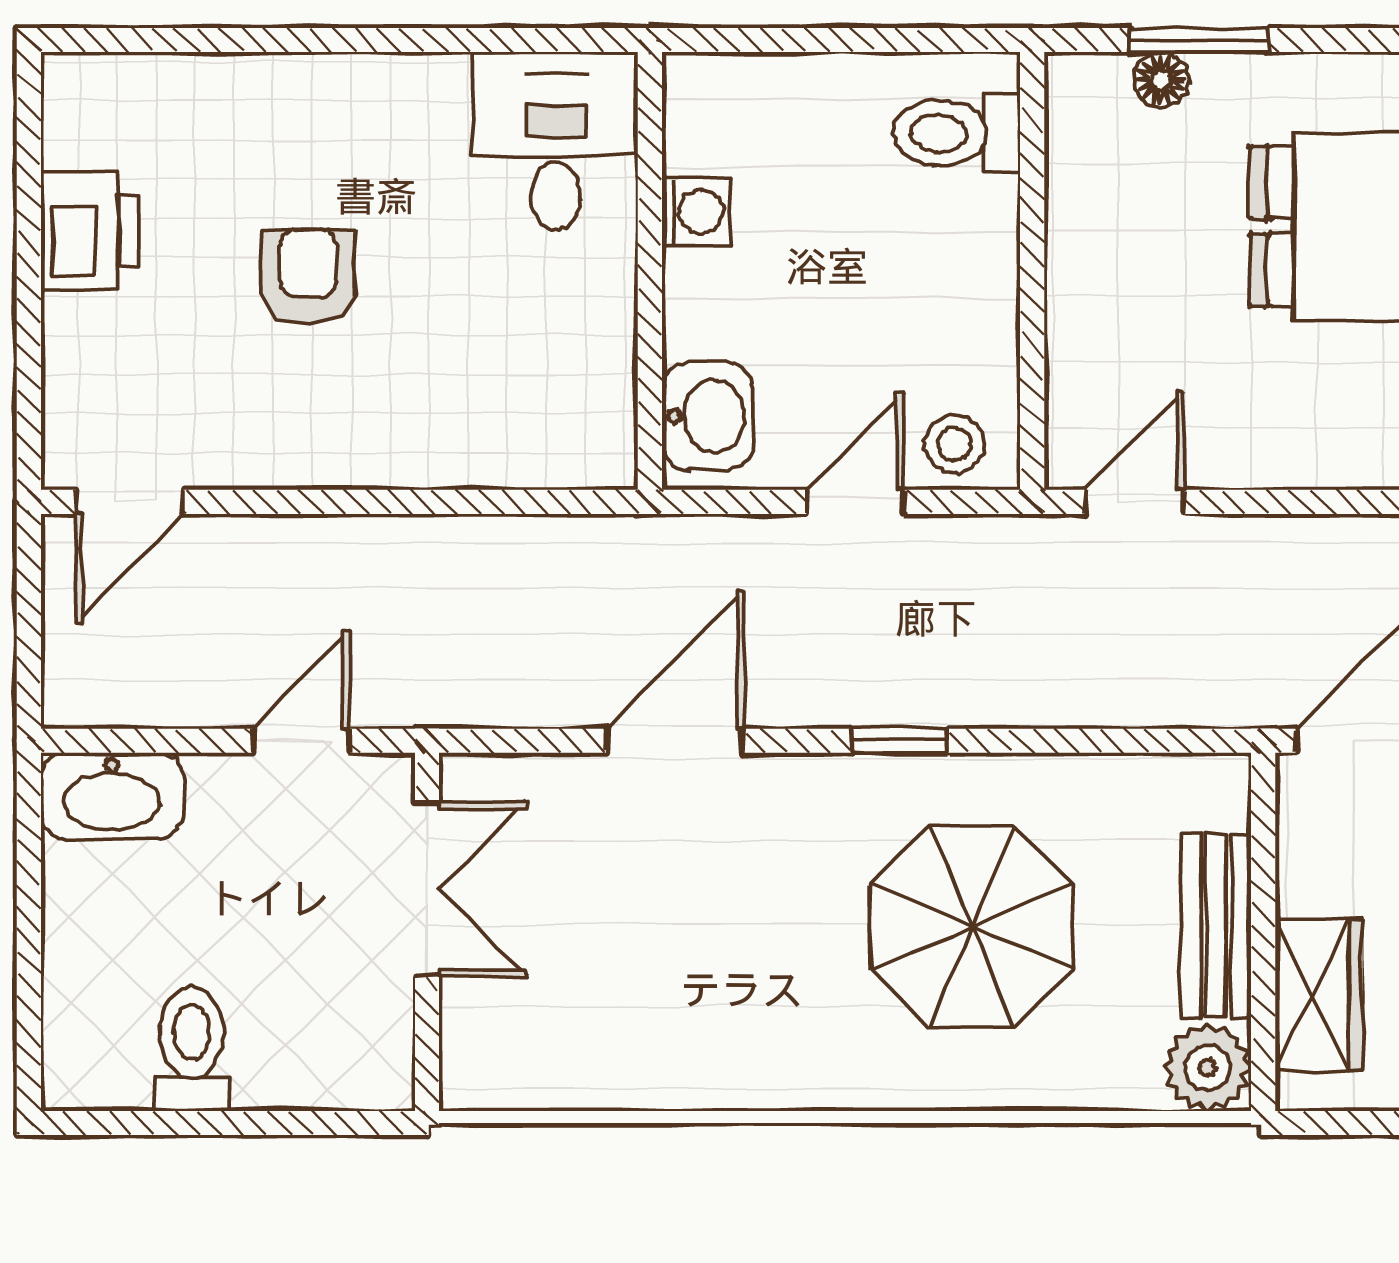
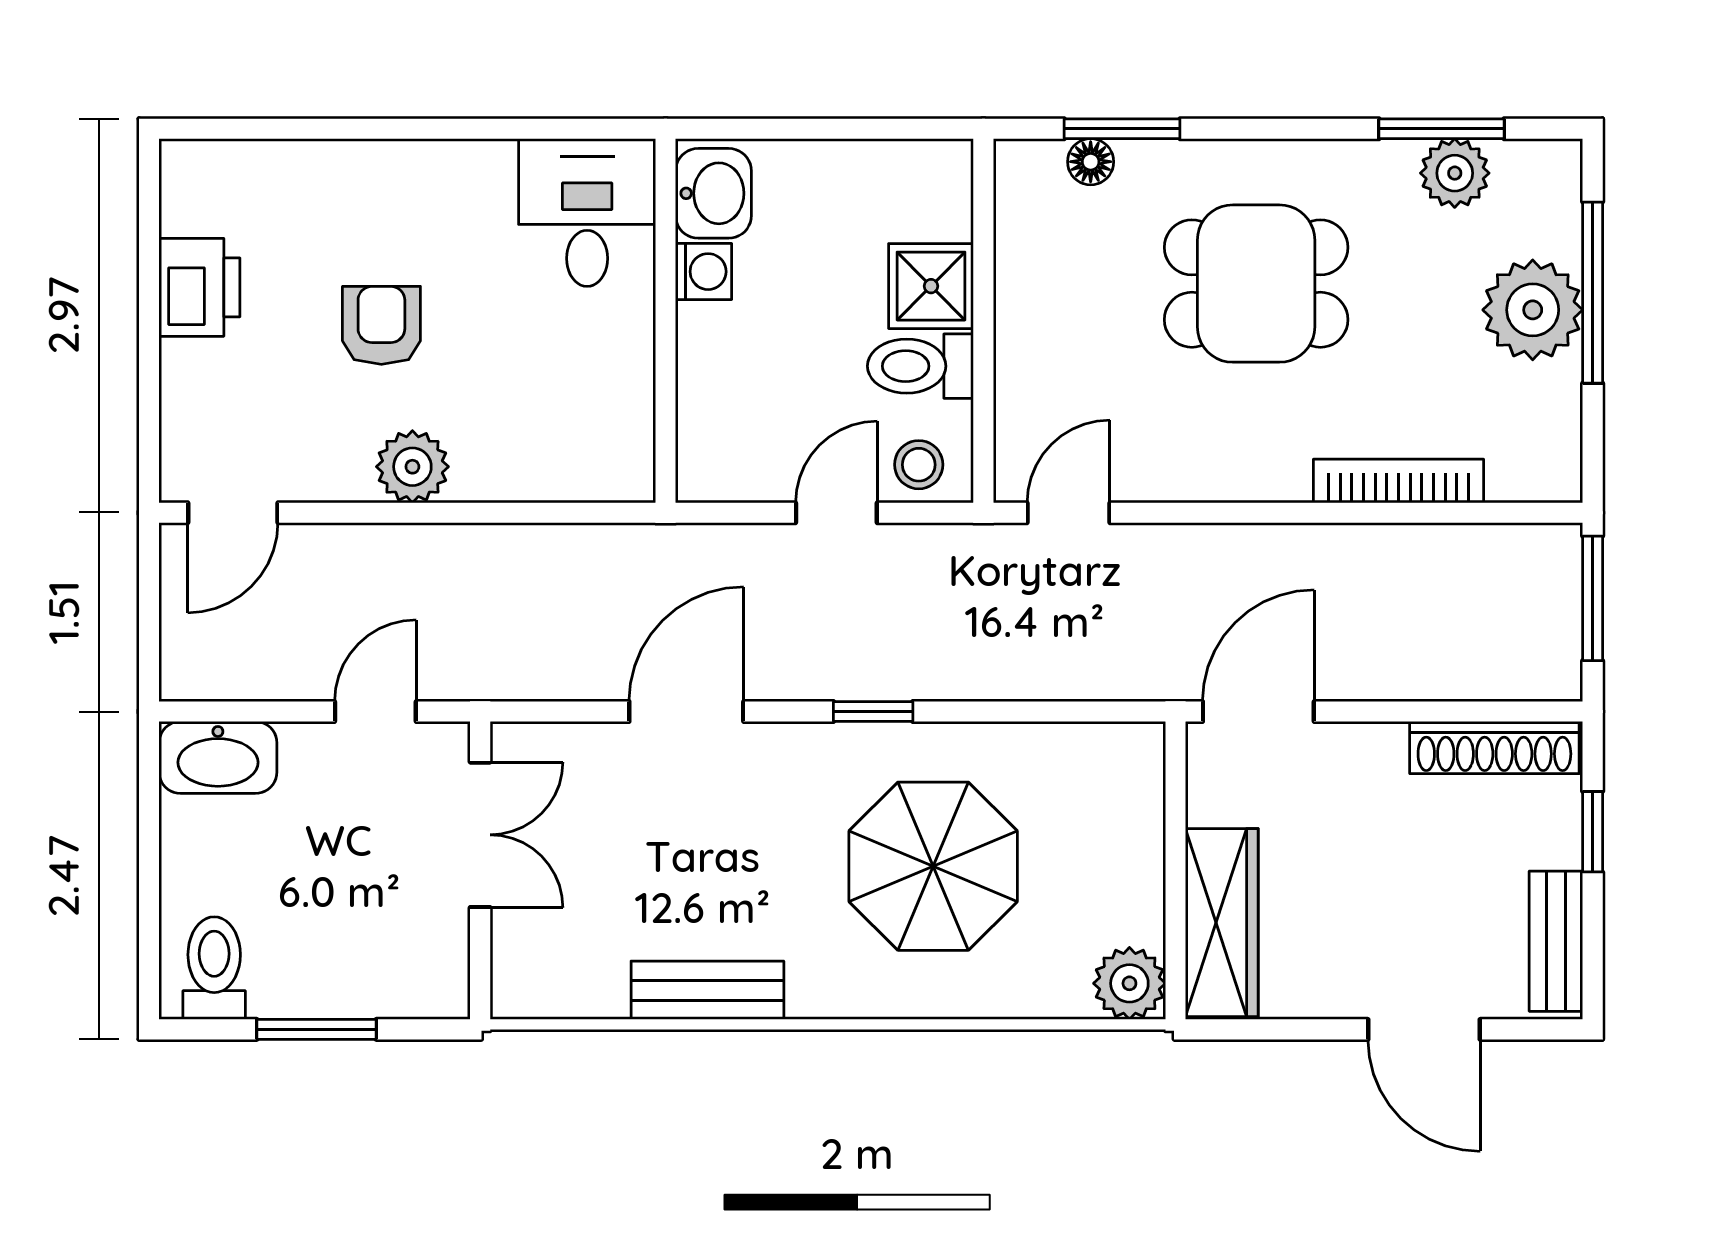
toilet: (956, 133) -> (920, 366), moved
shower: (969, 229) -> (931, 286), added
washbasin: (708, 416) -> (713, 193), moved
plant: (346, 446) -> (412, 467), added
bench: (1216, 926) -> (707, 990), moved, turned 90
wardrobe: (1319, 995) -> (1222, 923), width x1.50
toilet: (192, 1049) -> (214, 968), moved
window: (230, 1123) -> (316, 1029), added

